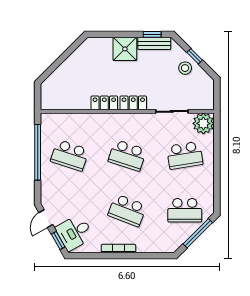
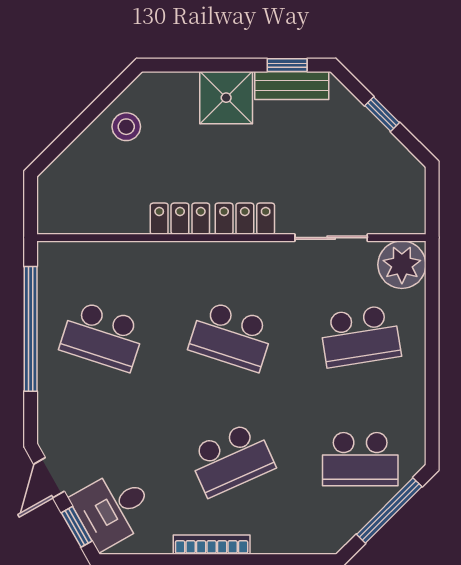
stool: (185, 68) -> (126, 127), moved
school desk: (127, 210) -> (231, 459), turned -45

